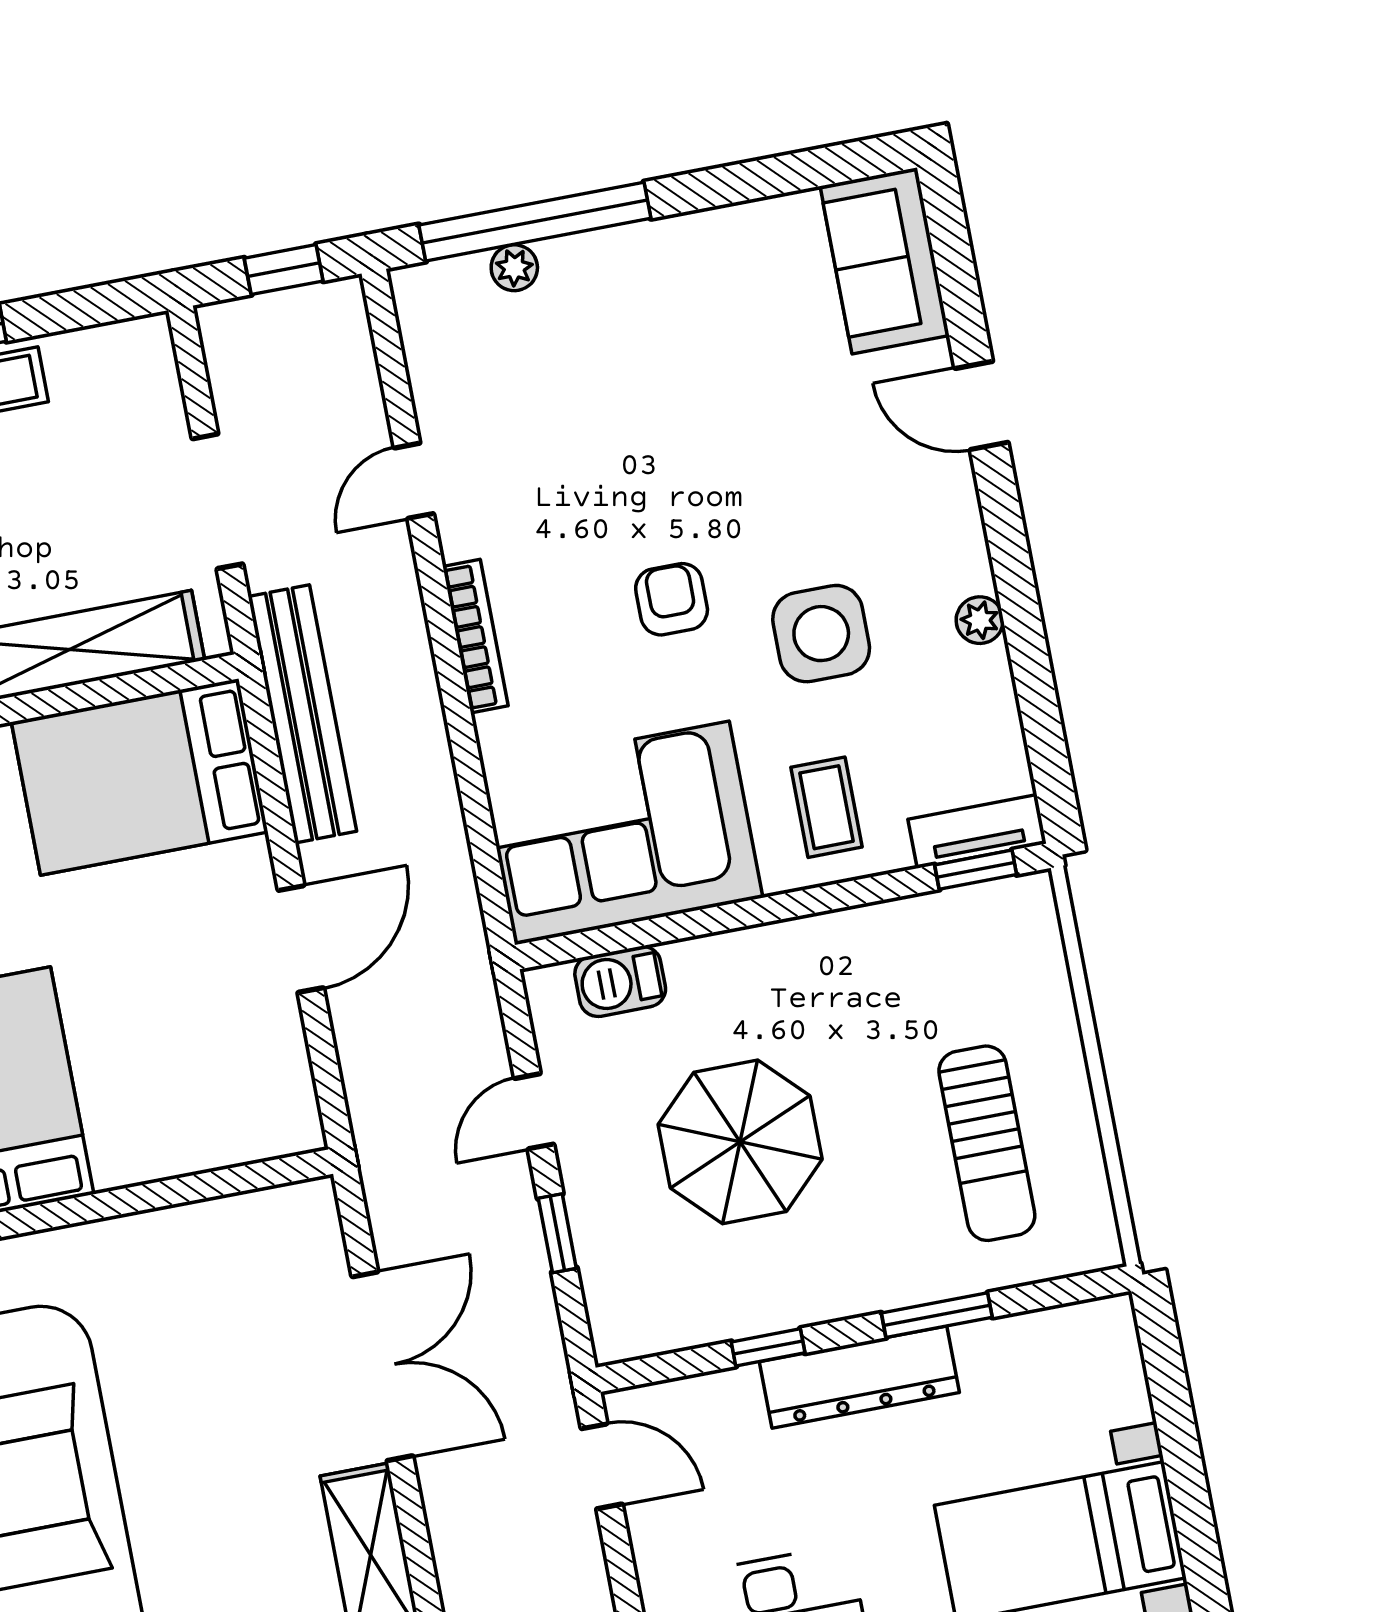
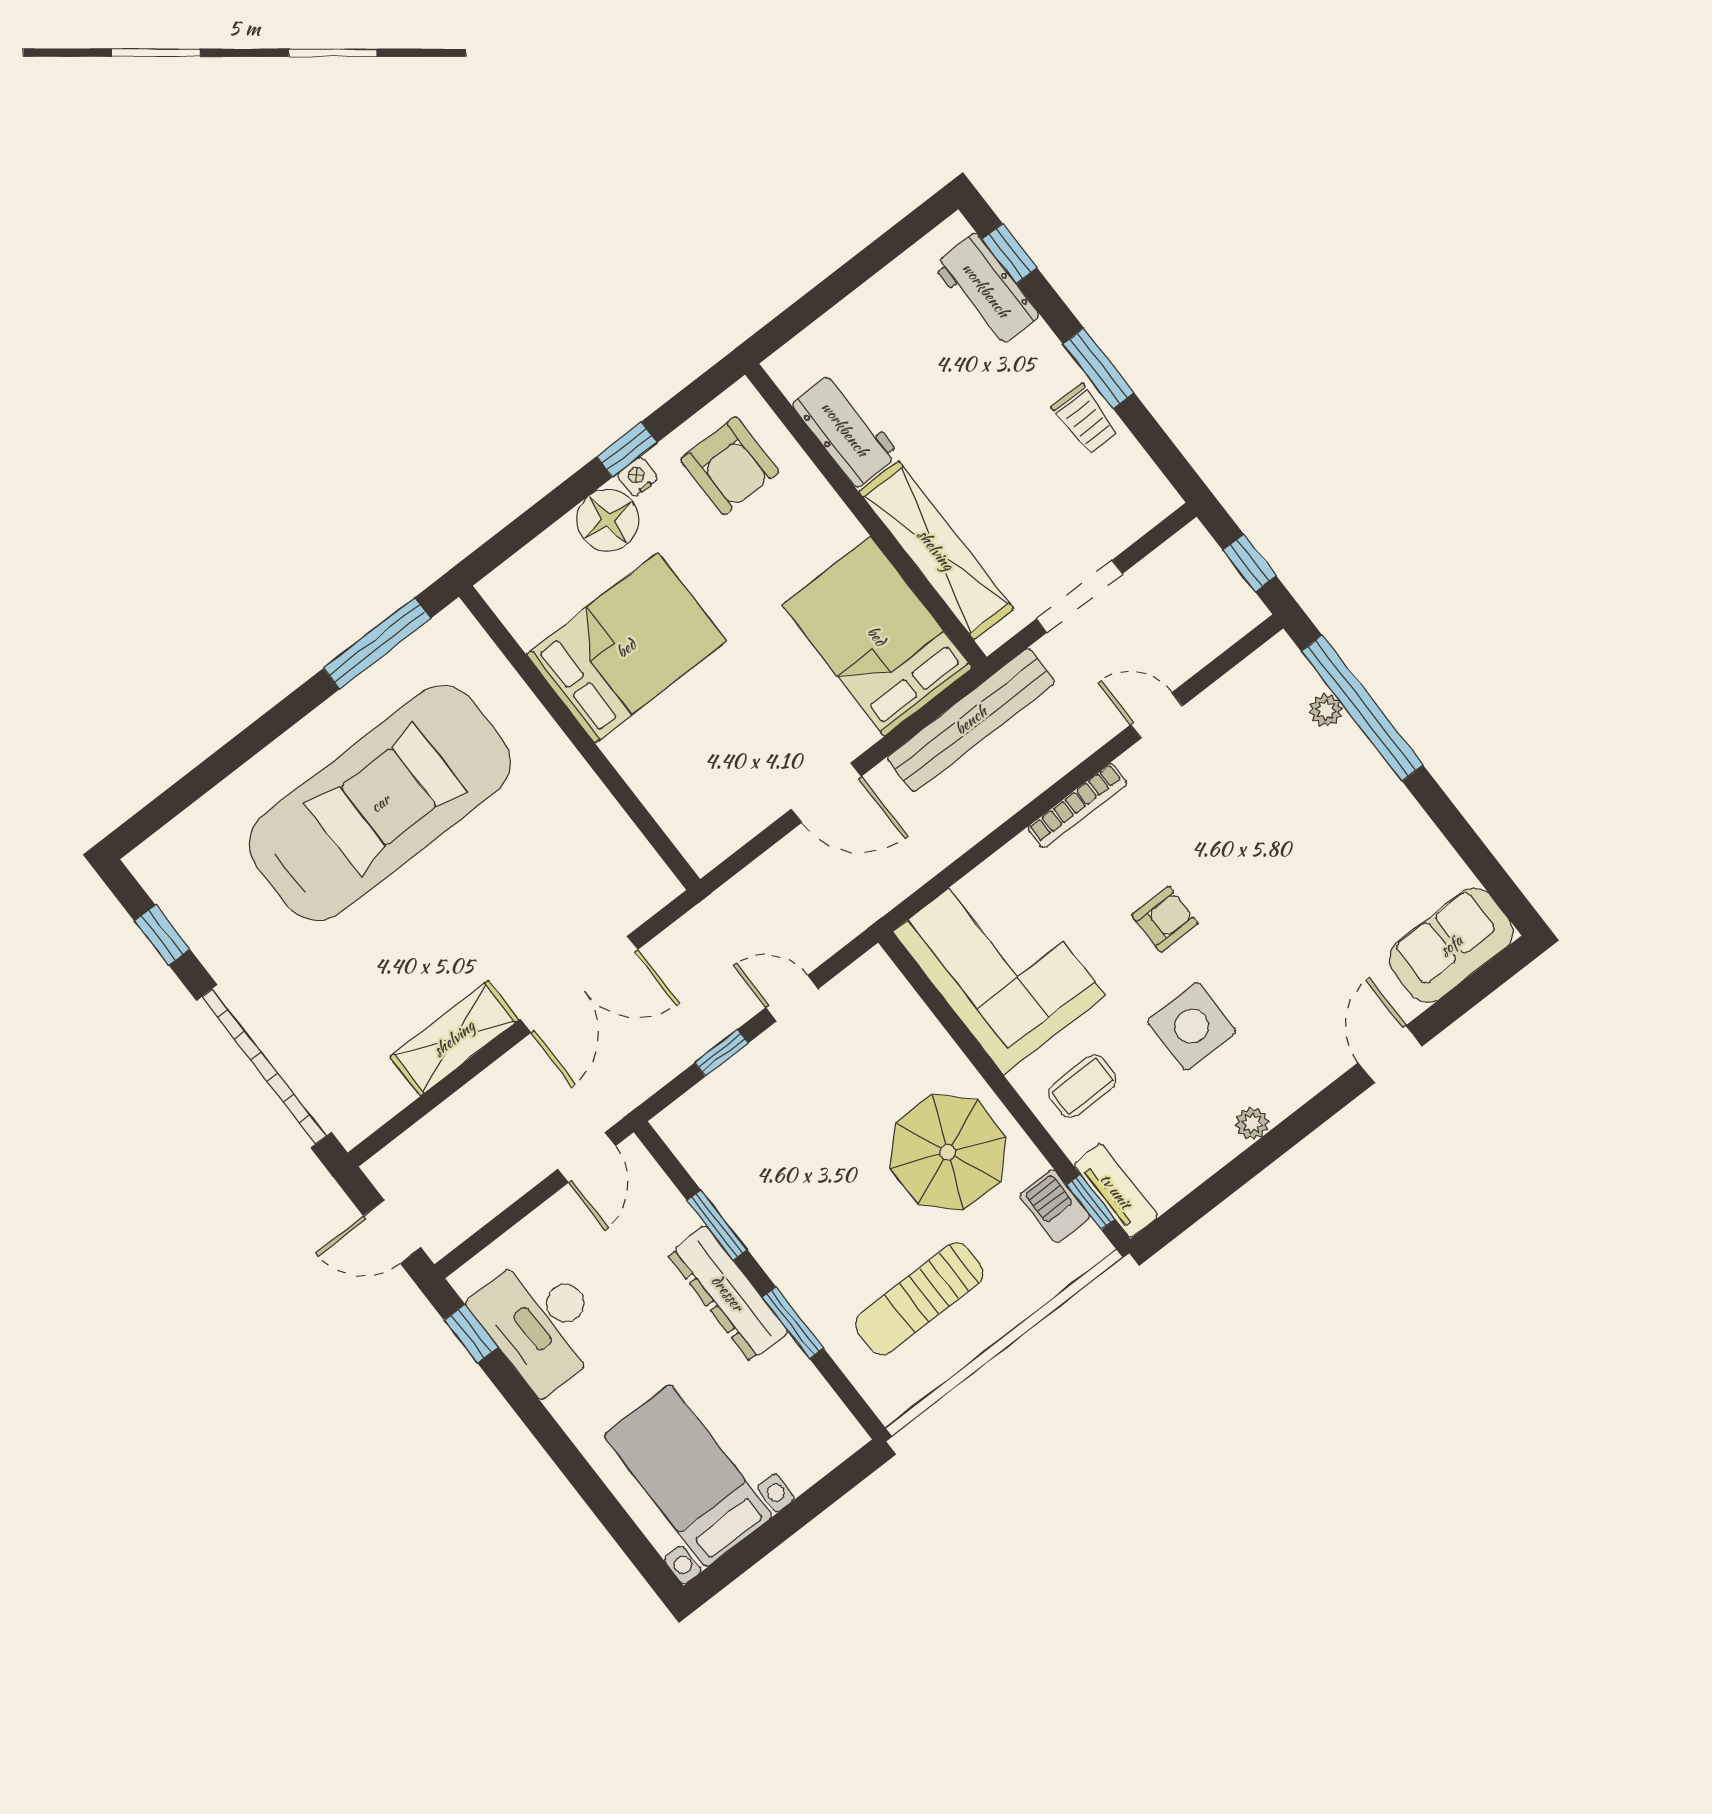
barbecue: (620, 981) -> (1055, 1206), moved
parasol: (740, 1142) -> (948, 1152), moved
window: (768, 1347) -> (717, 1225), width x1.50

